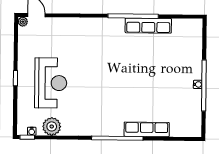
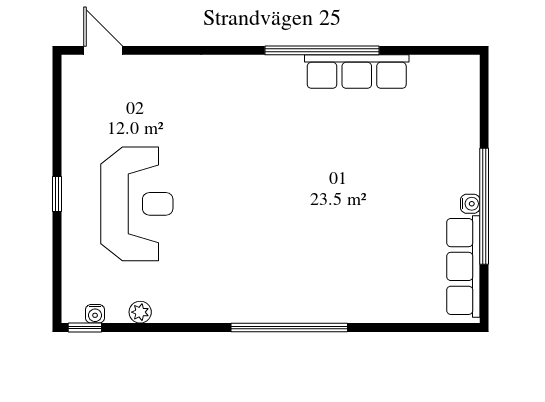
plant: (23, 22) -> (72, 66), removed
plant: (52, 126) -> (140, 312), width x0.53, depth x0.53
row of seats: (147, 129) -> (463, 266), moved, turned -90

